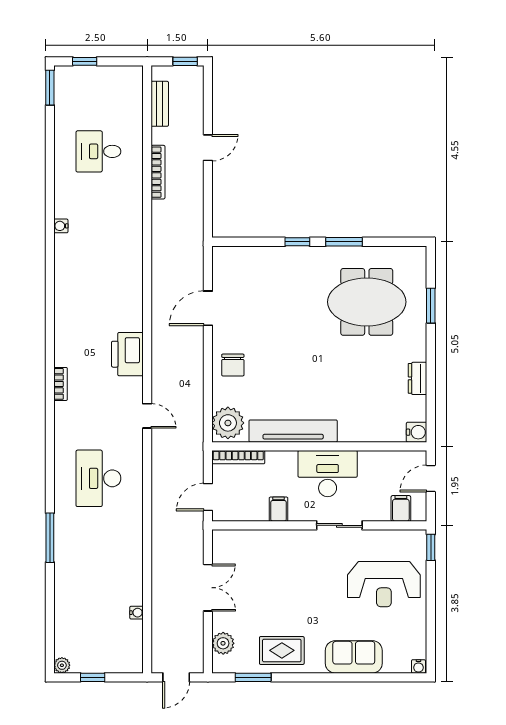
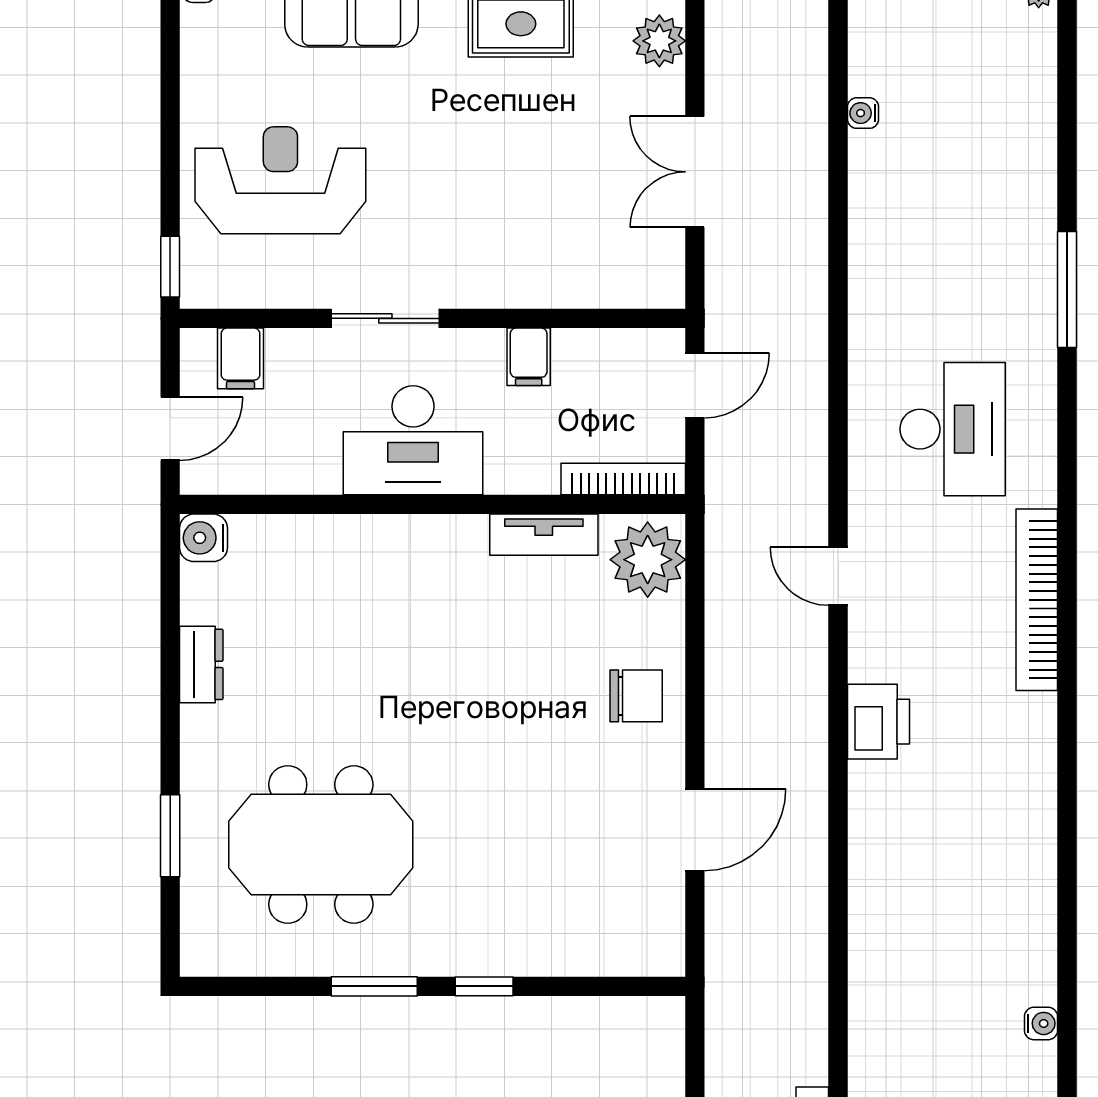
printer: (127, 354) -> (879, 722), width x0.73, depth x0.84
chair: (233, 365) -> (636, 696), turned 90
bookcase: (61, 384) -> (1037, 600), width x2.31, depth x1.31
tv unit: (293, 431) -> (544, 535), width x0.52, depth x0.78

